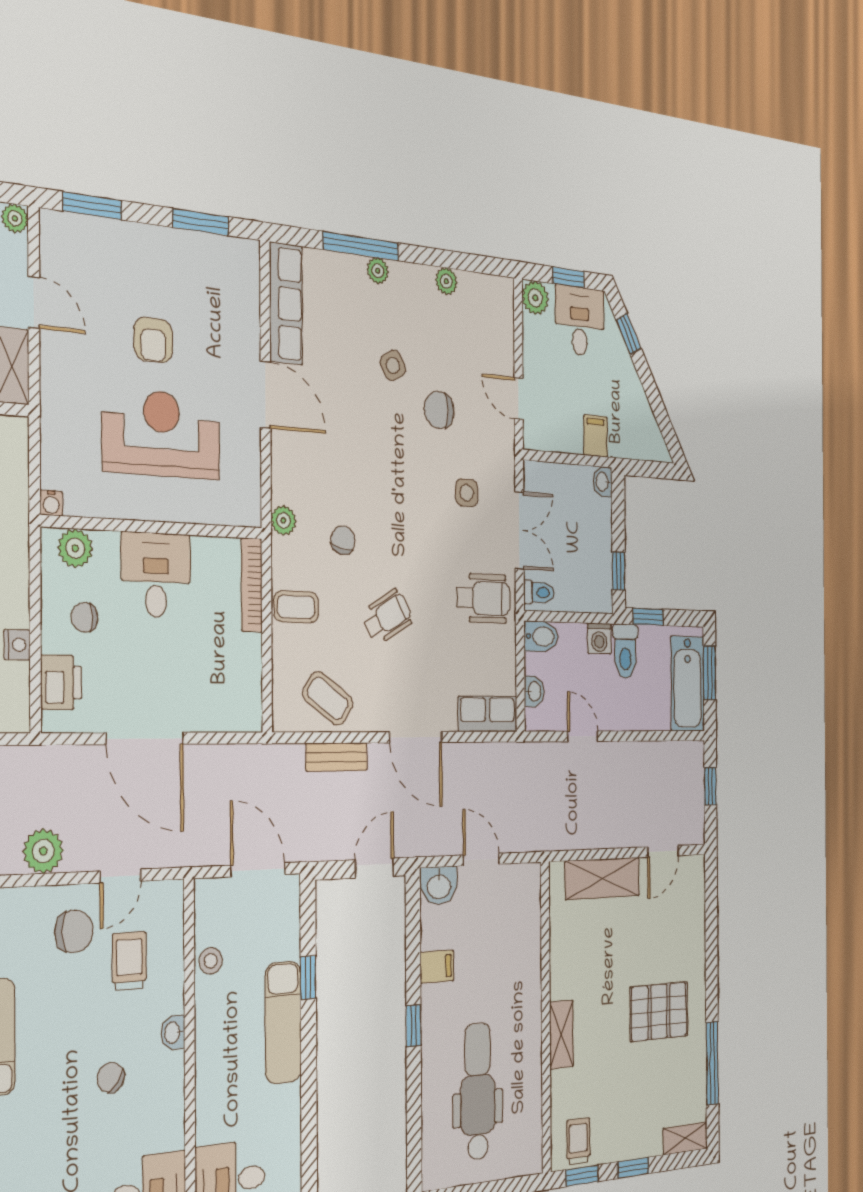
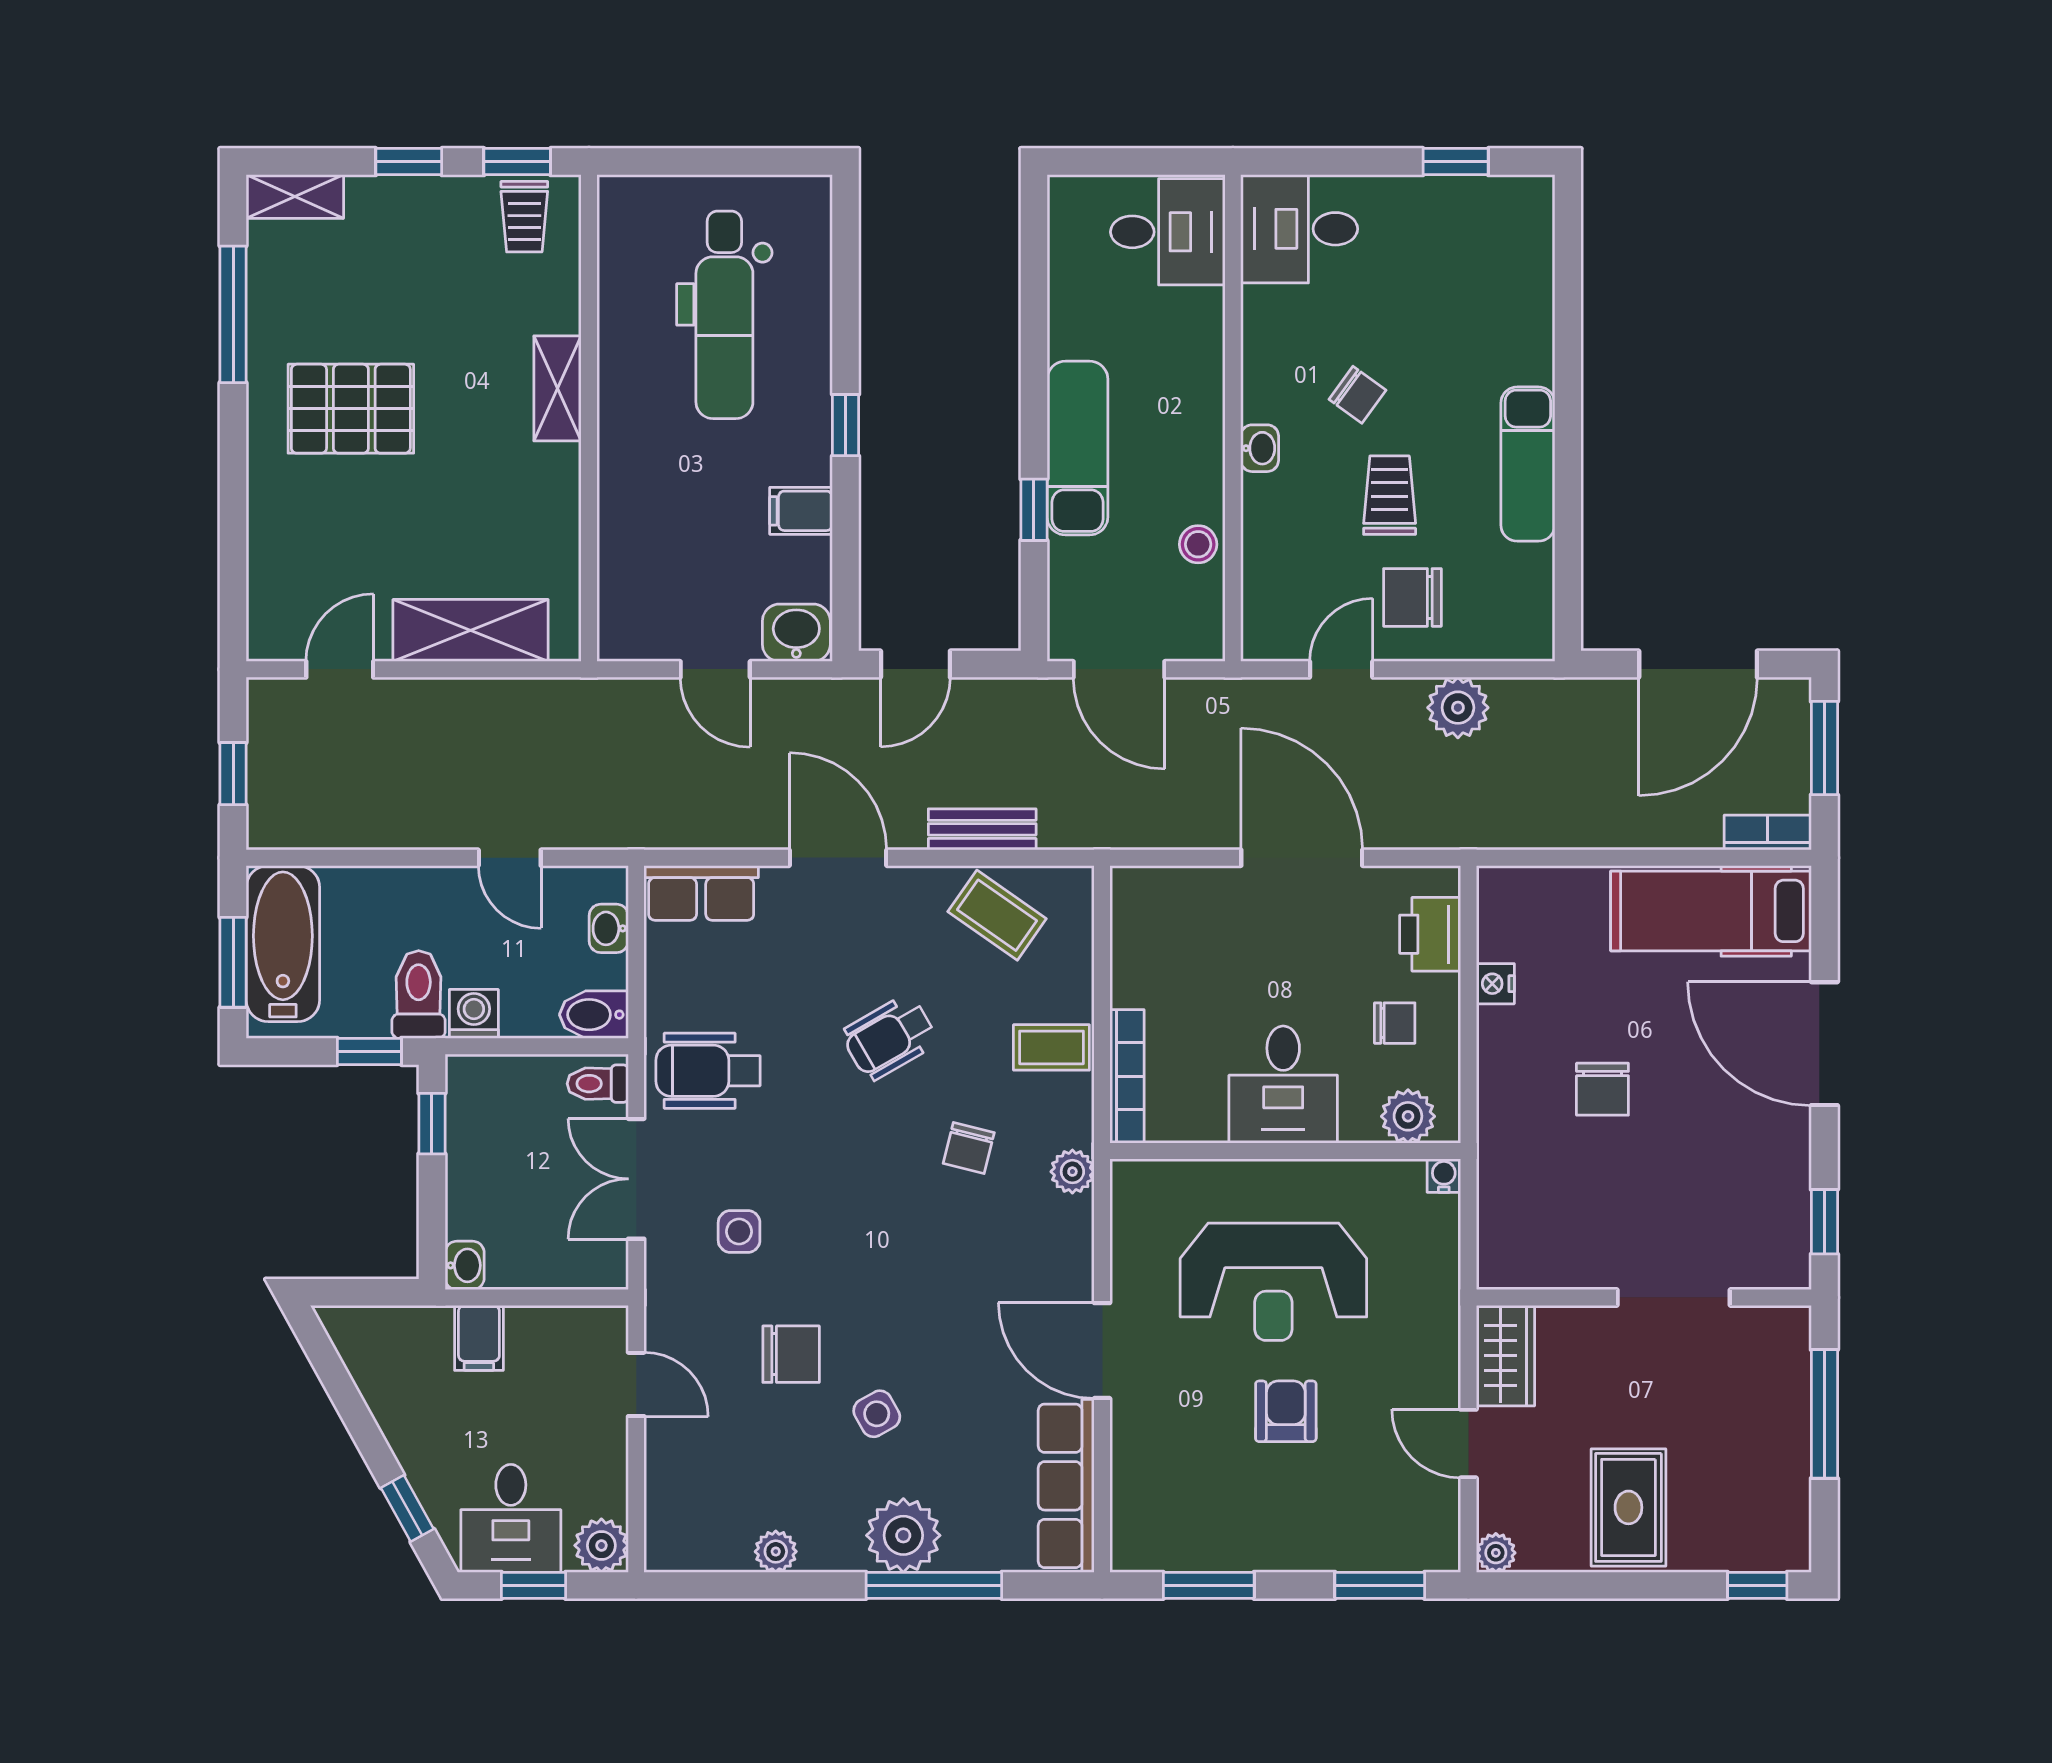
plant: (378, 271) -> (903, 1535), width x1.88, depth x1.88
trolley: (129, 961) -> (1390, 495), moved, turned 180

